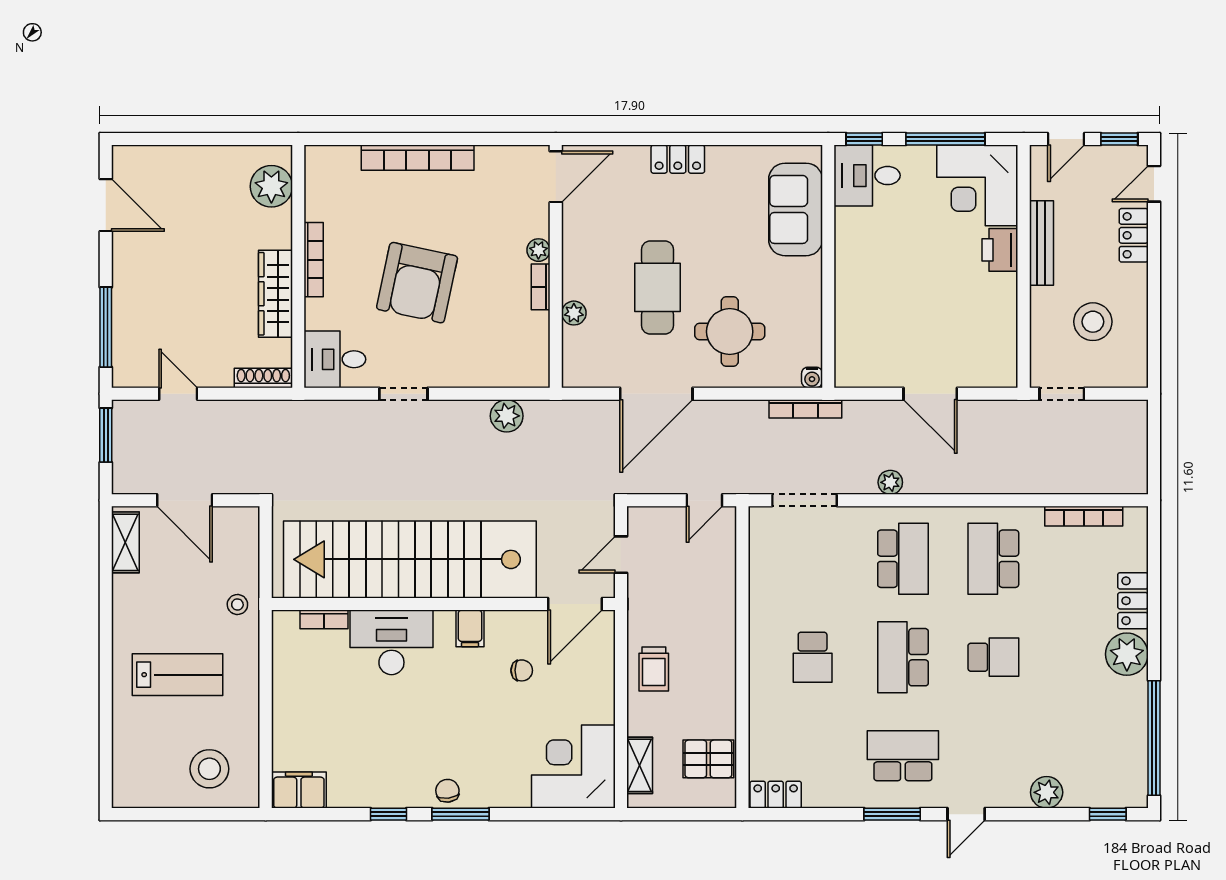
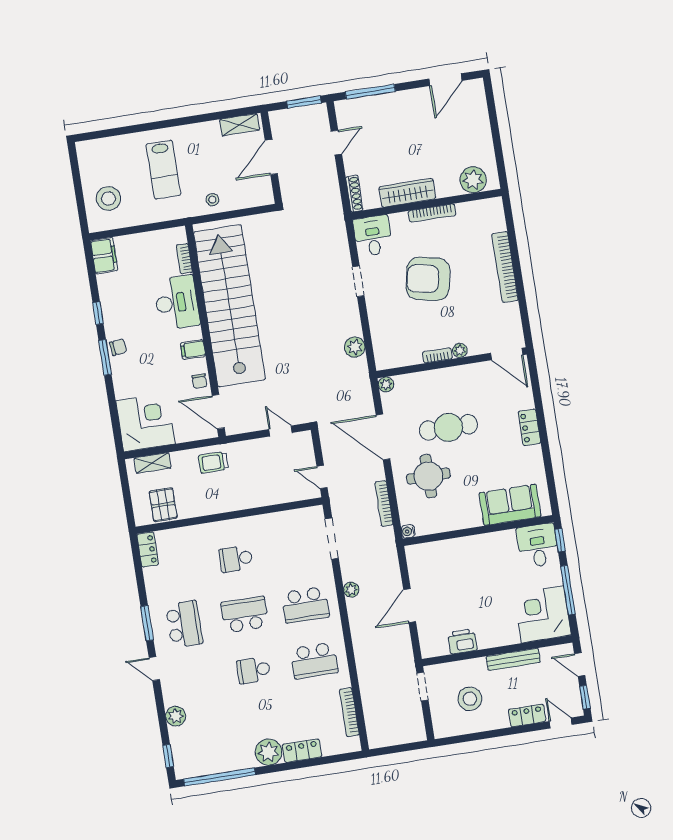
printer: (1000, 250) -> (462, 641), moved
plant: (574, 313) -> (386, 384), moved
bookcase: (805, 409) -> (384, 503), moved
stairs: (410, 559) -> (230, 306), moved
school desk: (993, 559) -> (314, 661), turned 180
wall: (443, 604) -> (205, 331), moved
door: (575, 604) -> (218, 412), moved
bookcase: (324, 619) -> (184, 259), moved
filing cabinet: (470, 628) -> (193, 350), moved
desk: (391, 642) -> (177, 303), moved
school desk: (993, 657) -> (254, 670), turned 90

